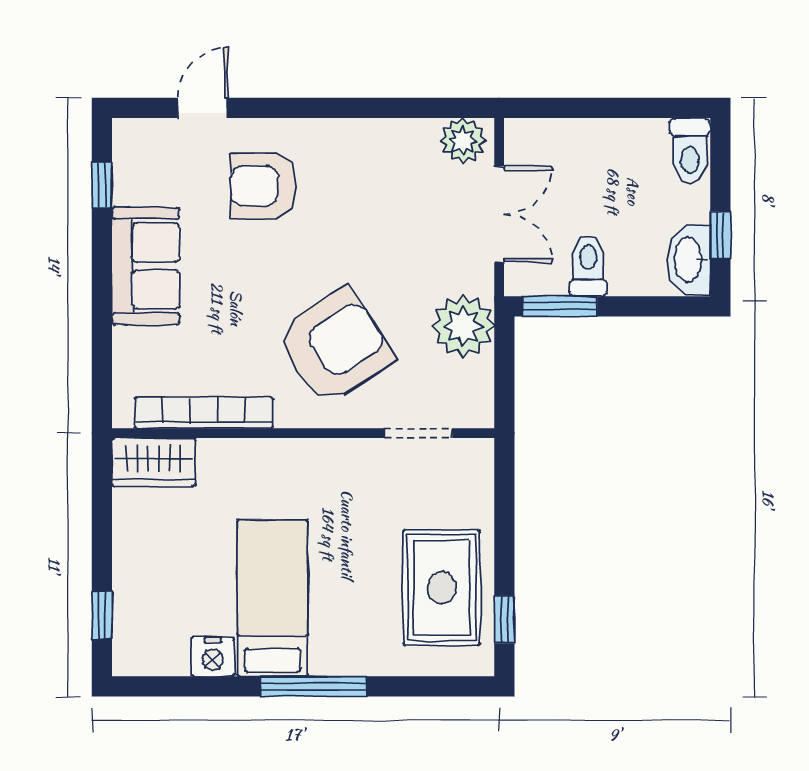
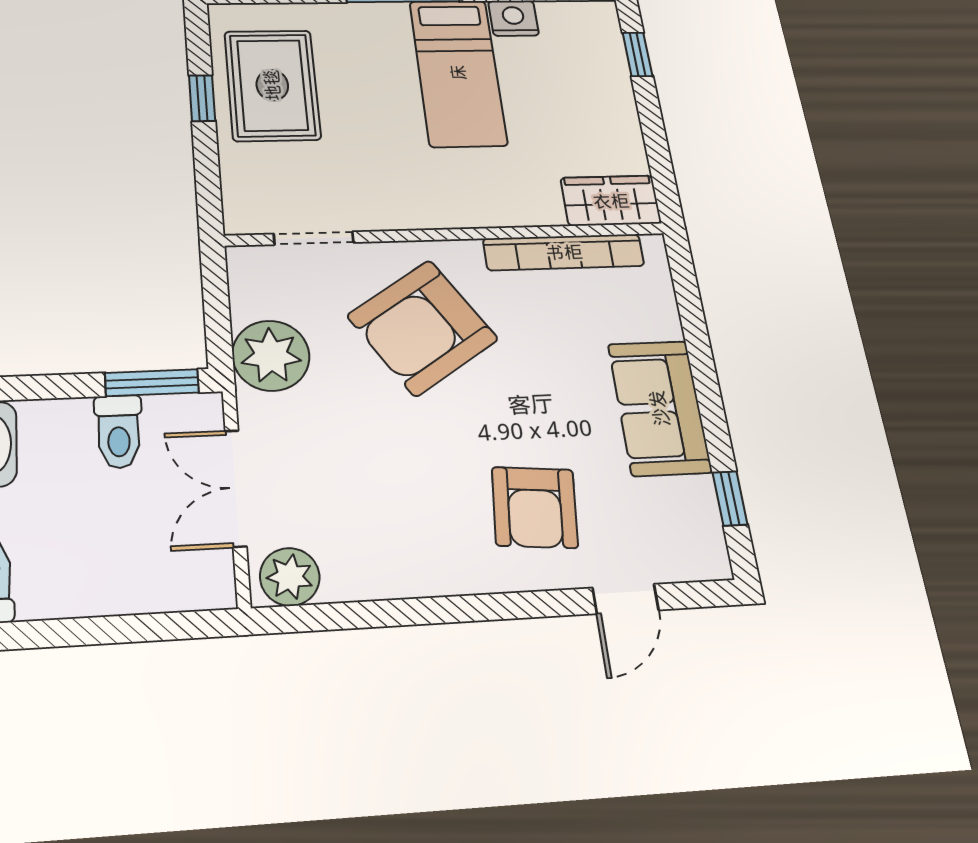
armchair: (263, 186) -> (535, 507), turned 95
window: (504, 619) -> (202, 98), moved

